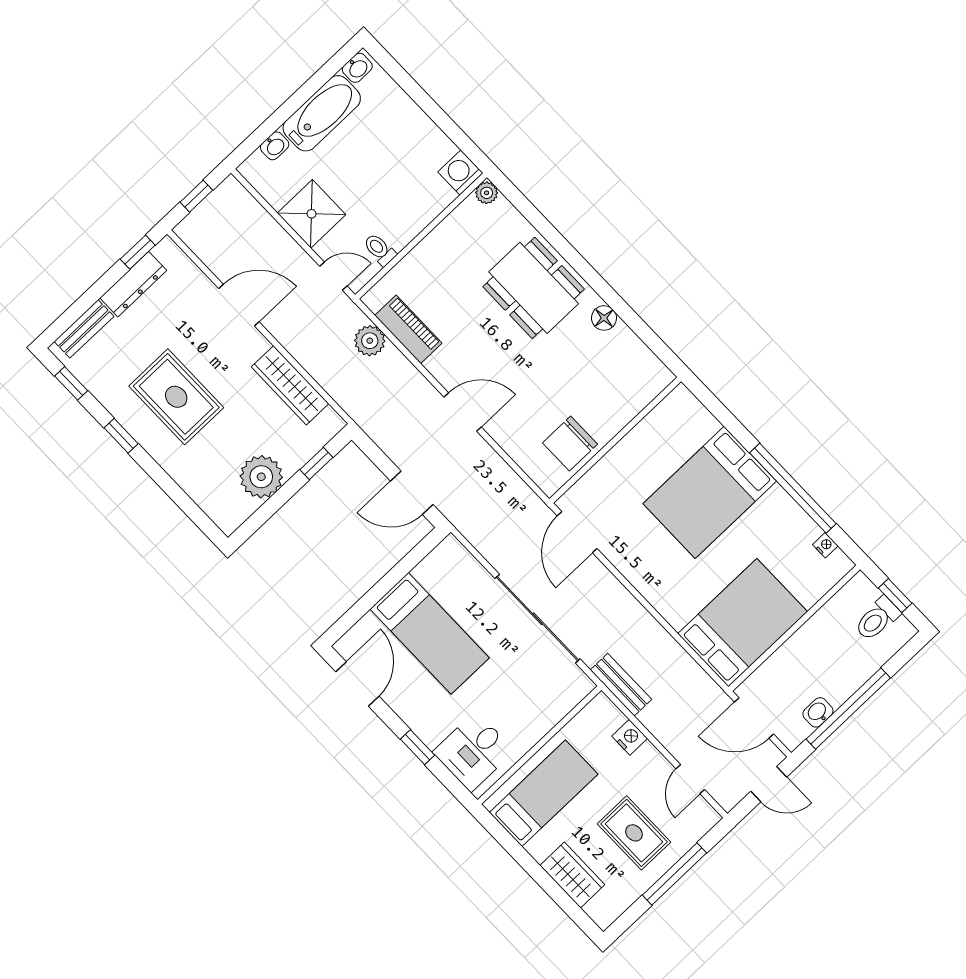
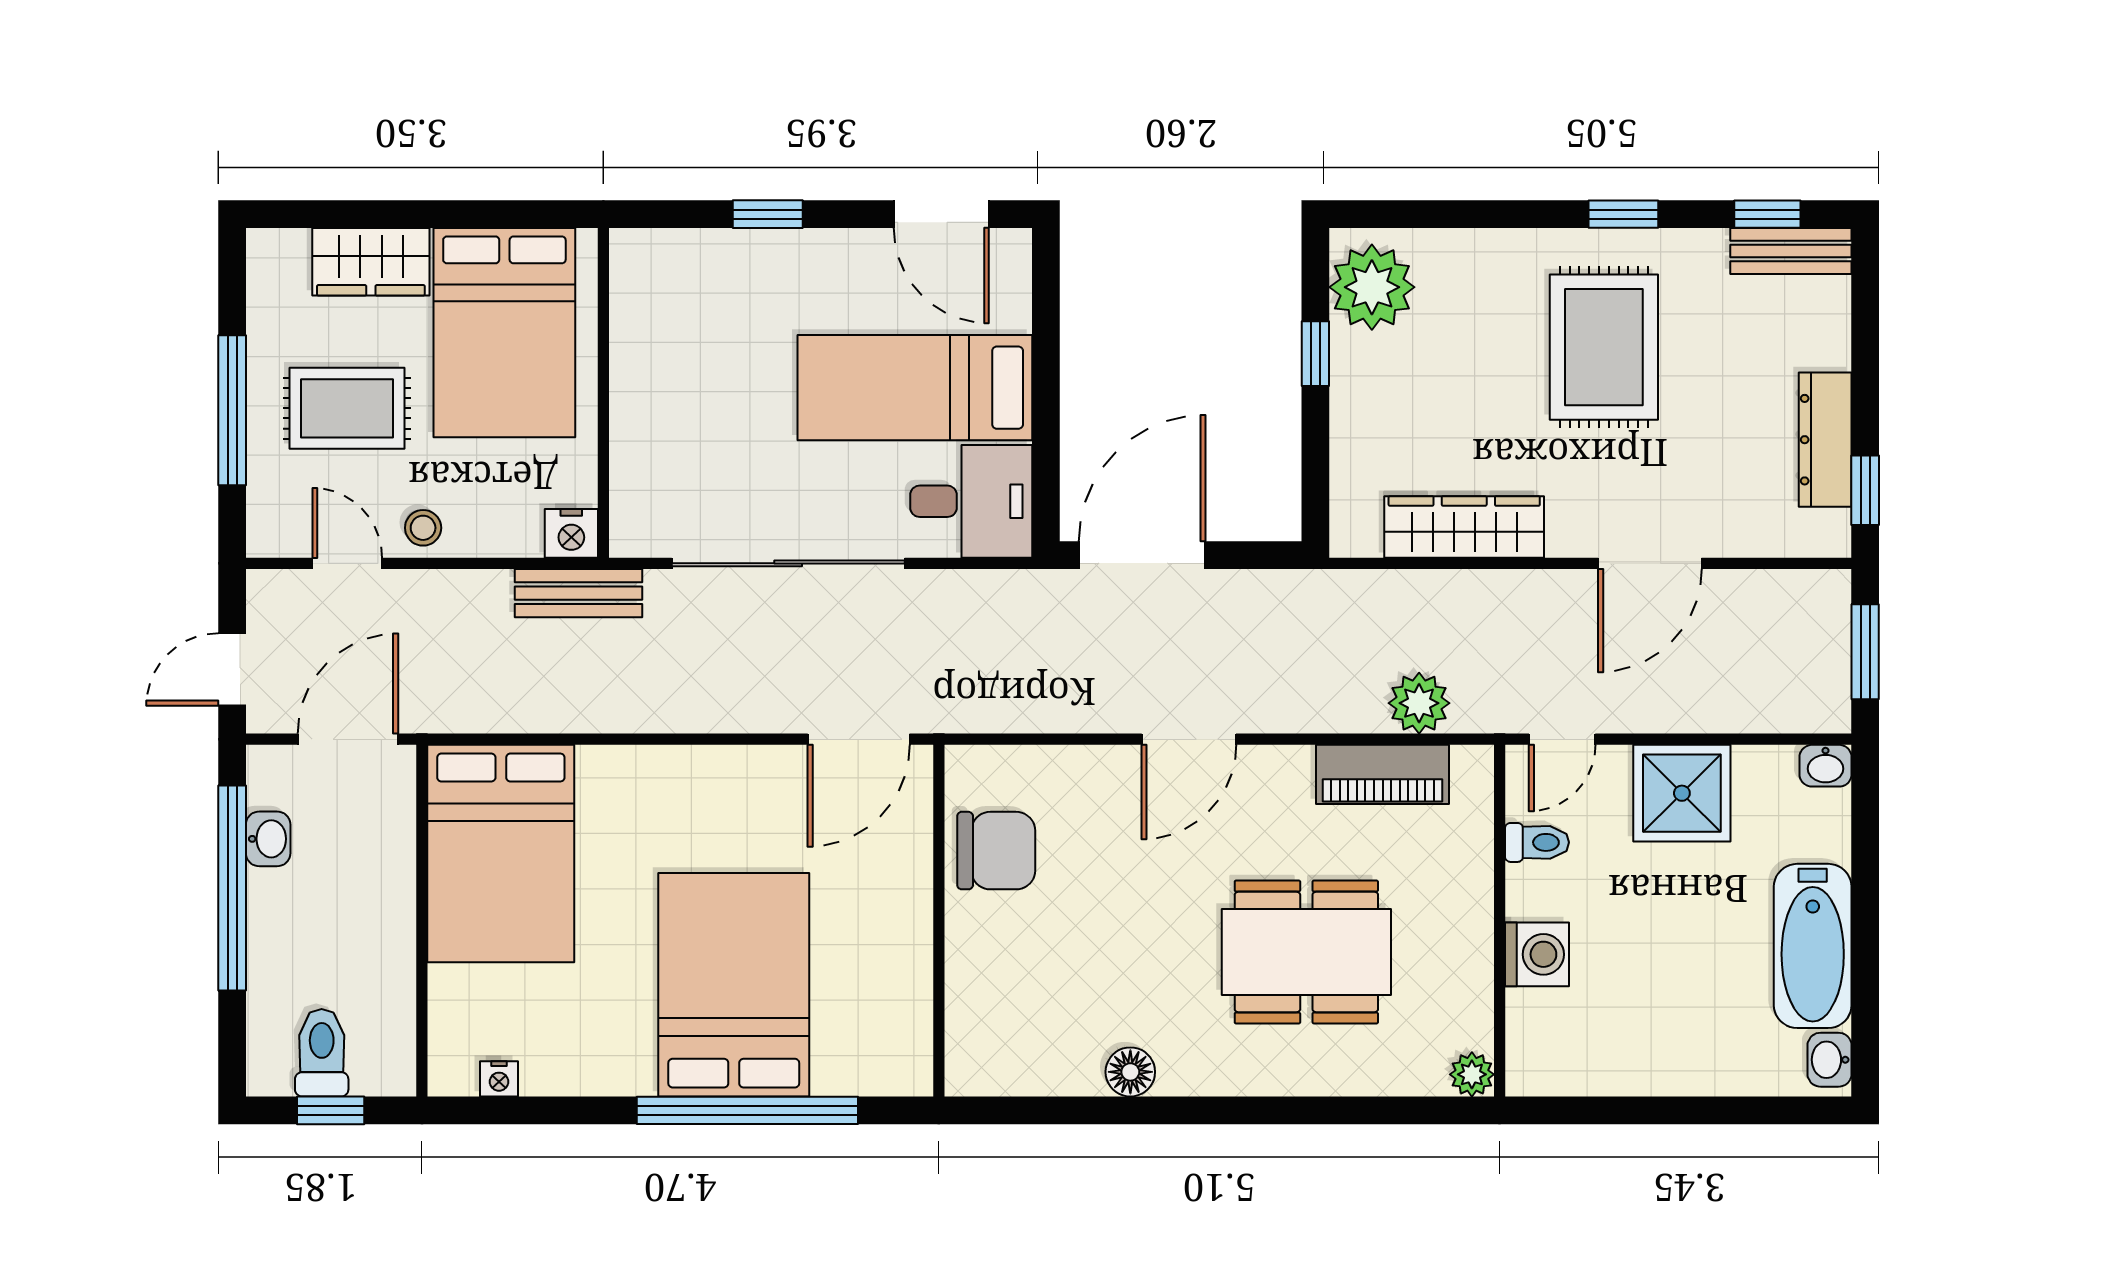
washbasin: (275, 146) -> (1826, 766), moved, turned -90
washing machine: (460, 172) -> (1537, 954), moved
window: (196, 196) -> (1865, 652), width x1.50
dining table: (534, 288) -> (1306, 952), moved
bench: (84, 329) -> (1791, 251), moved, turned 90
rug: (176, 397) -> (1604, 347), turned 90
chair: (570, 443) -> (996, 851), turned 90
window: (316, 464) -> (1315, 354), moved
plant: (261, 477) -> (1372, 287), moved
window: (793, 488) -> (747, 1110), moved
door: (412, 493) -> (1142, 555), width x1.36
door: (577, 532) -> (859, 739), swing flipped
nightstand: (630, 737) -> (571, 533), moved
desk: (473, 751) -> (971, 501), moved, turned 90
stool: (651, 764) -> (423, 528), added
bed: (544, 793) -> (504, 333), width x1.50

